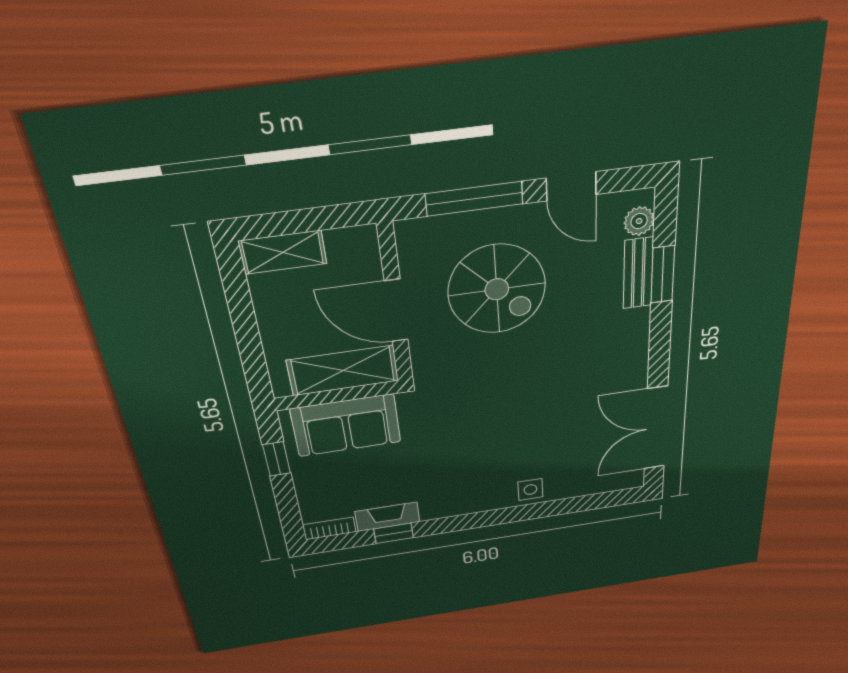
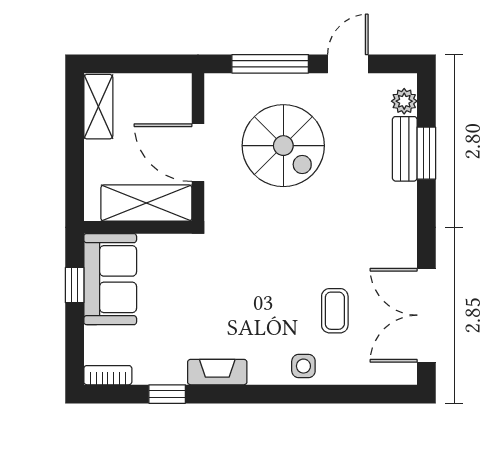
door: (571, 186) -> (348, 64), swing flipped
shelving: (283, 252) -> (98, 107), moved, turned 90
sofa: (346, 425) -> (110, 279), moved, turned -90
coffee table: (561, 439) -> (335, 311), added
fireplace: (388, 517) -> (217, 372), moved

